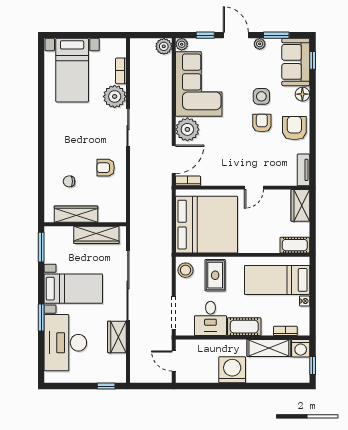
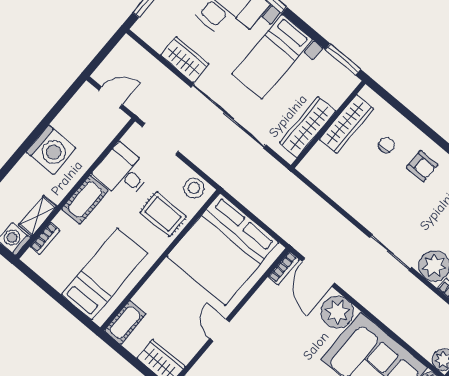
armchair: (106, 168) -> (422, 166), moved, turned 90
nightstand: (305, 301) -> (59, 284), removed
shelving: (269, 348) -> (38, 216), width x0.67, depth x0.75

